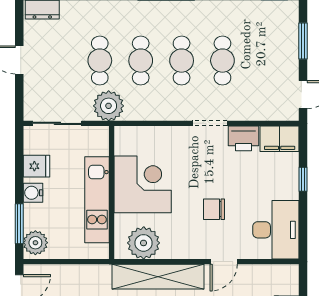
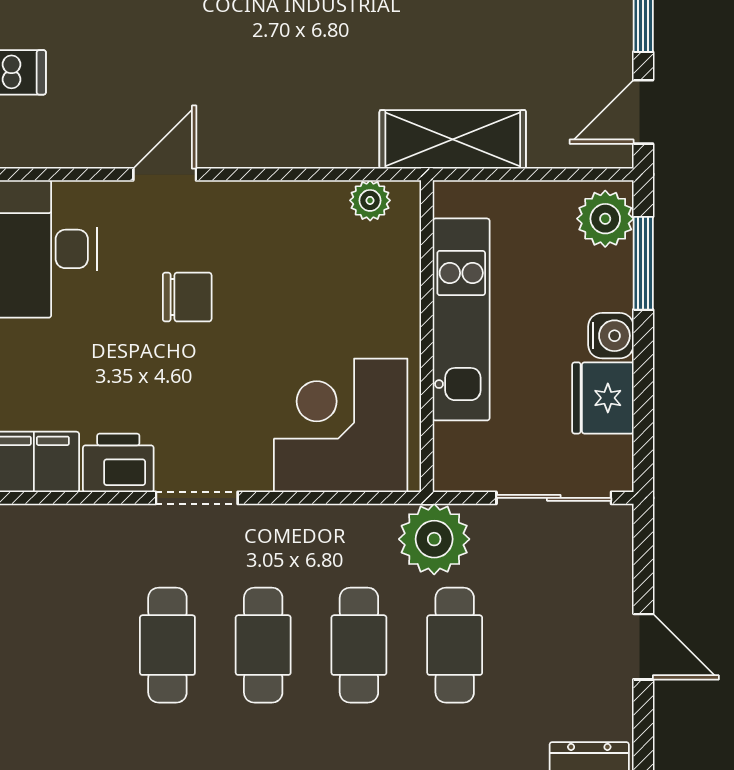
fridge: (36, 166) -> (603, 398), width x1.38
corner desk: (143, 184) -> (341, 425), moved, turned 90
plant: (144, 243) -> (370, 200), width x0.53, depth x0.53
shelving: (158, 277) -> (453, 139), moved, width x0.68

